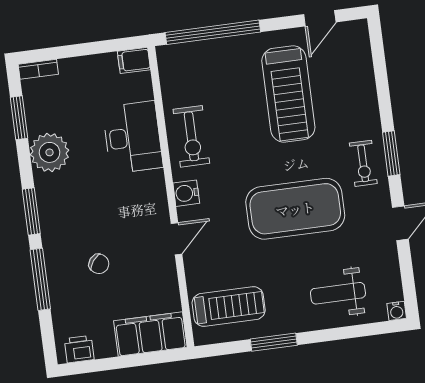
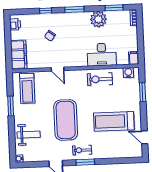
window: (213, 32) -> (143, 92), width x0.47
water cooler: (186, 193) -> (128, 73), moved
window: (40, 279) -> (46, 11), width x0.46
weight bench: (338, 293) -> (29, 135), turned 90

